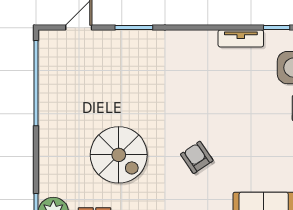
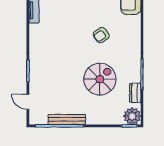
bench: (47, 96) -> (67, 119), added

